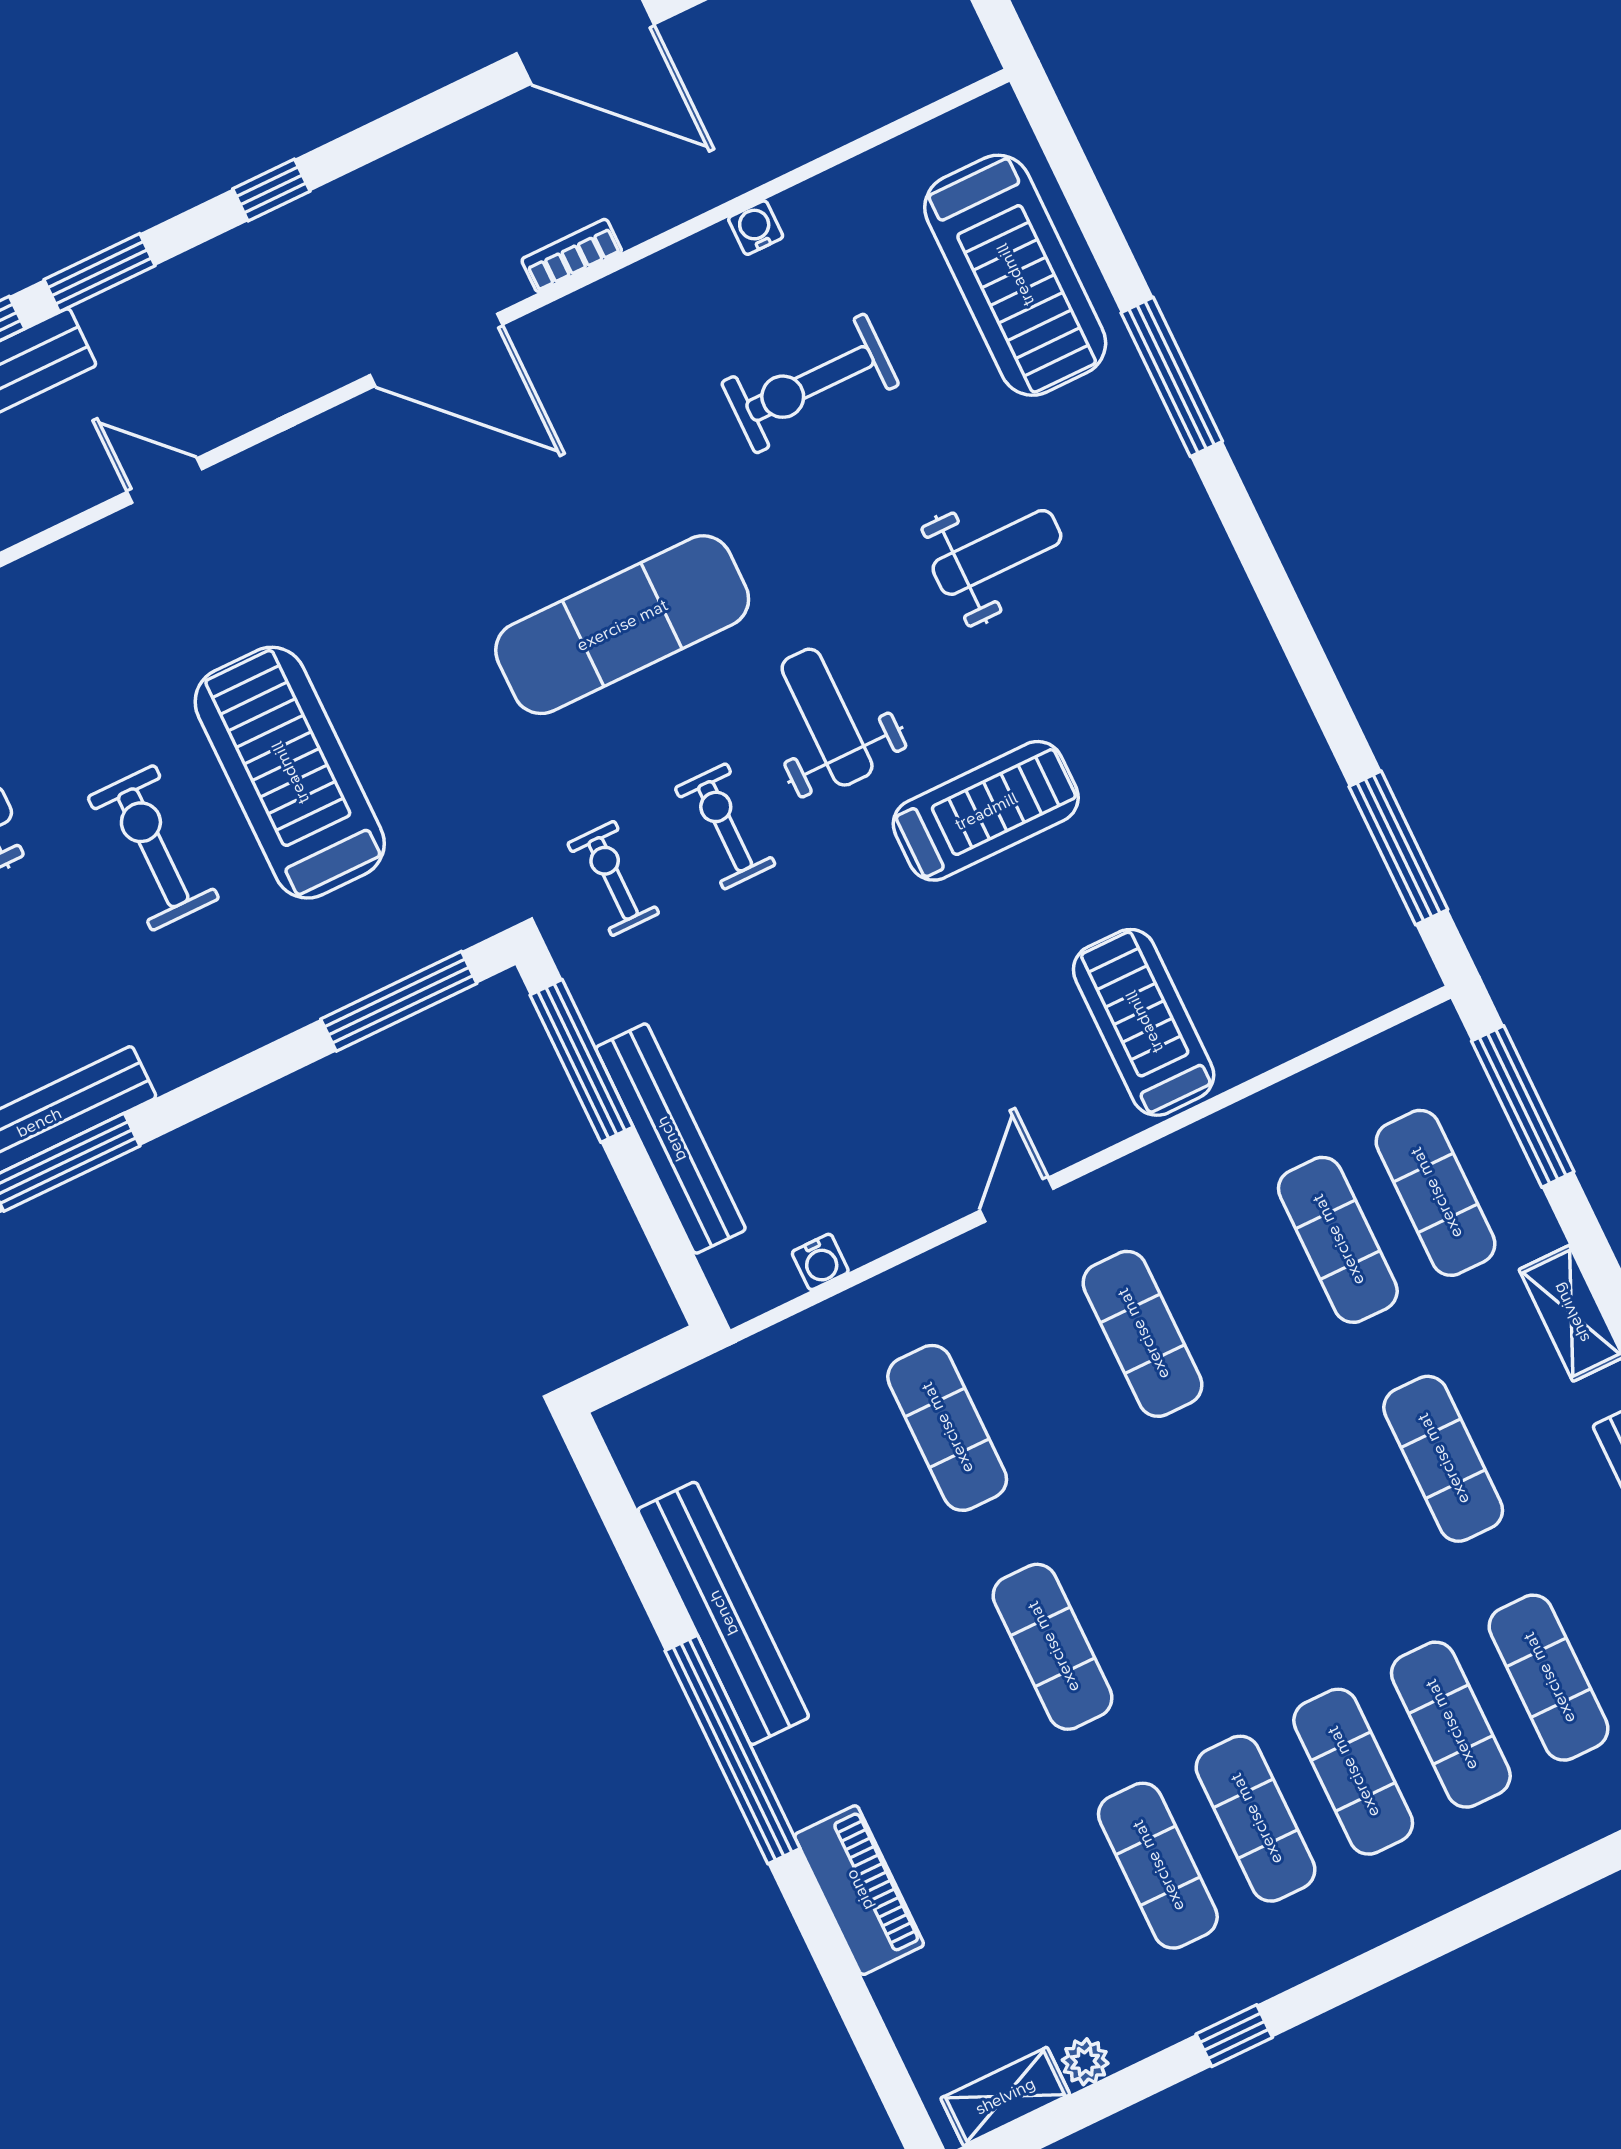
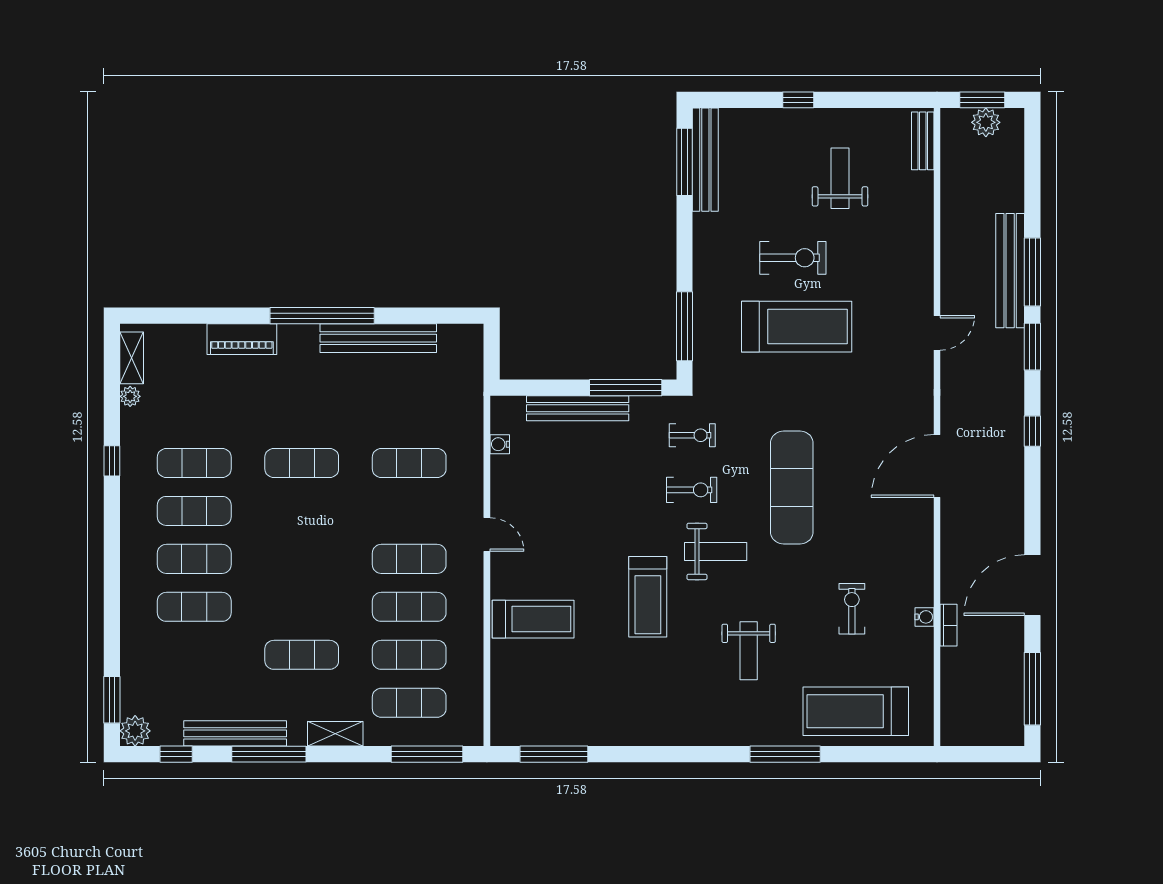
bookcase: (572, 256) -> (949, 625), moved
exercise bike: (810, 384) -> (852, 609), width x0.73, depth x0.72
exercise mat: (1549, 1678) -> (409, 607), moved

